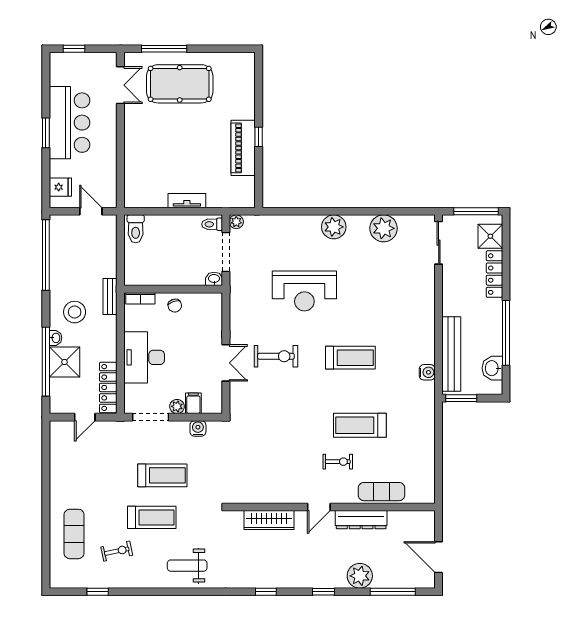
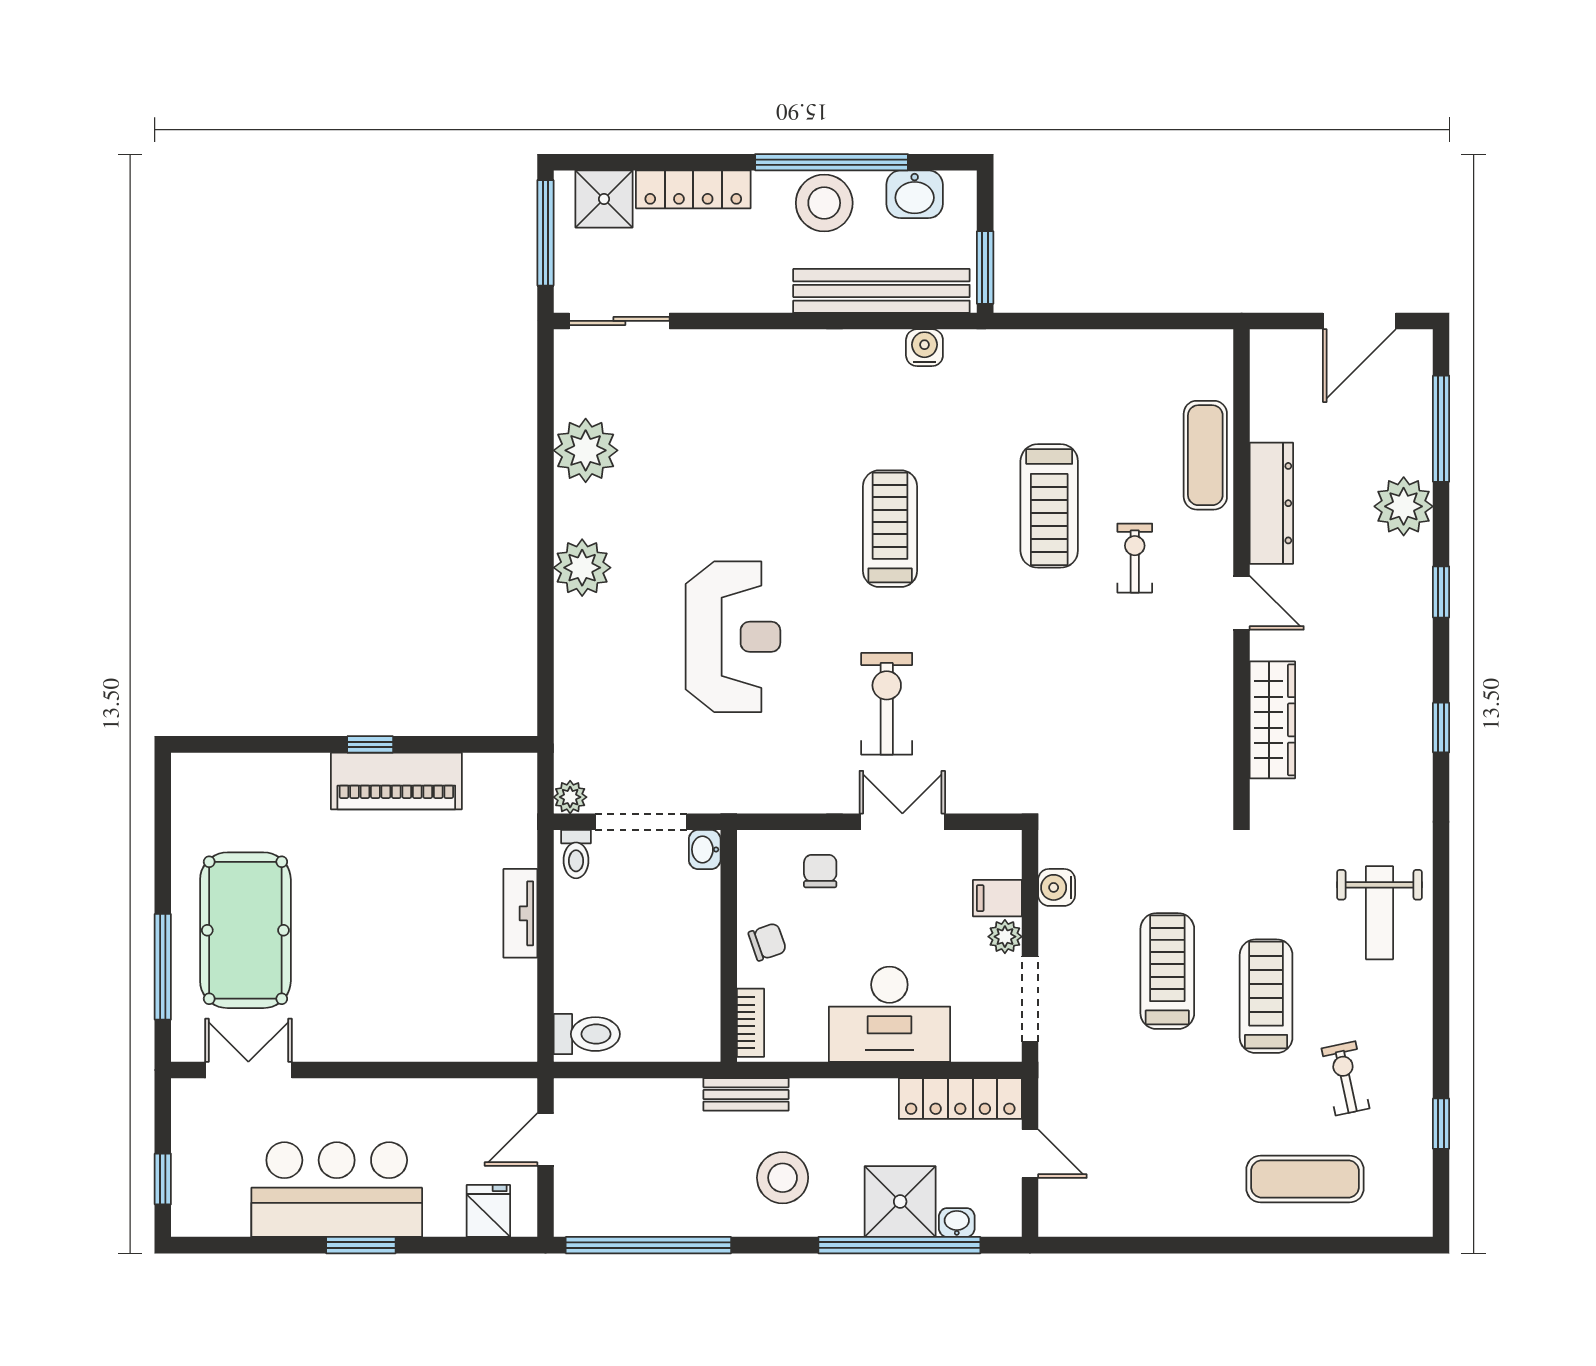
chair: (205, 328) -> (820, 871), added
stool: (489, 330) -> (824, 203), added
washbasin: (56, 338) -> (957, 1223), moved

